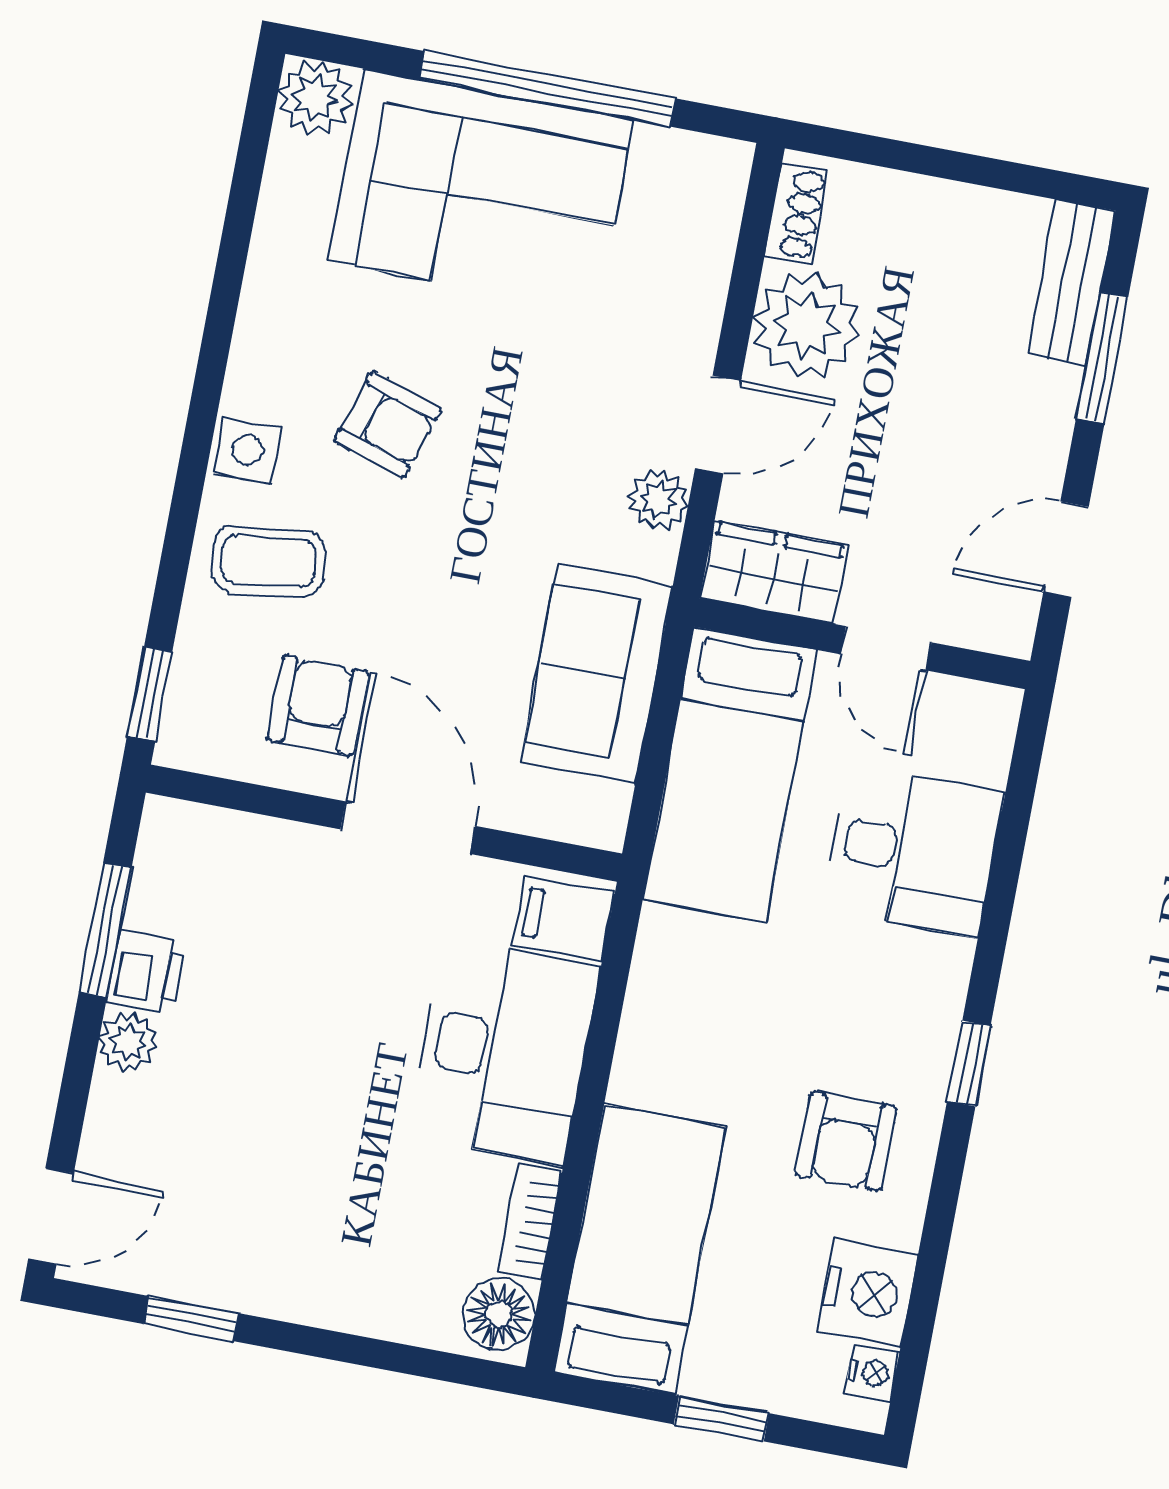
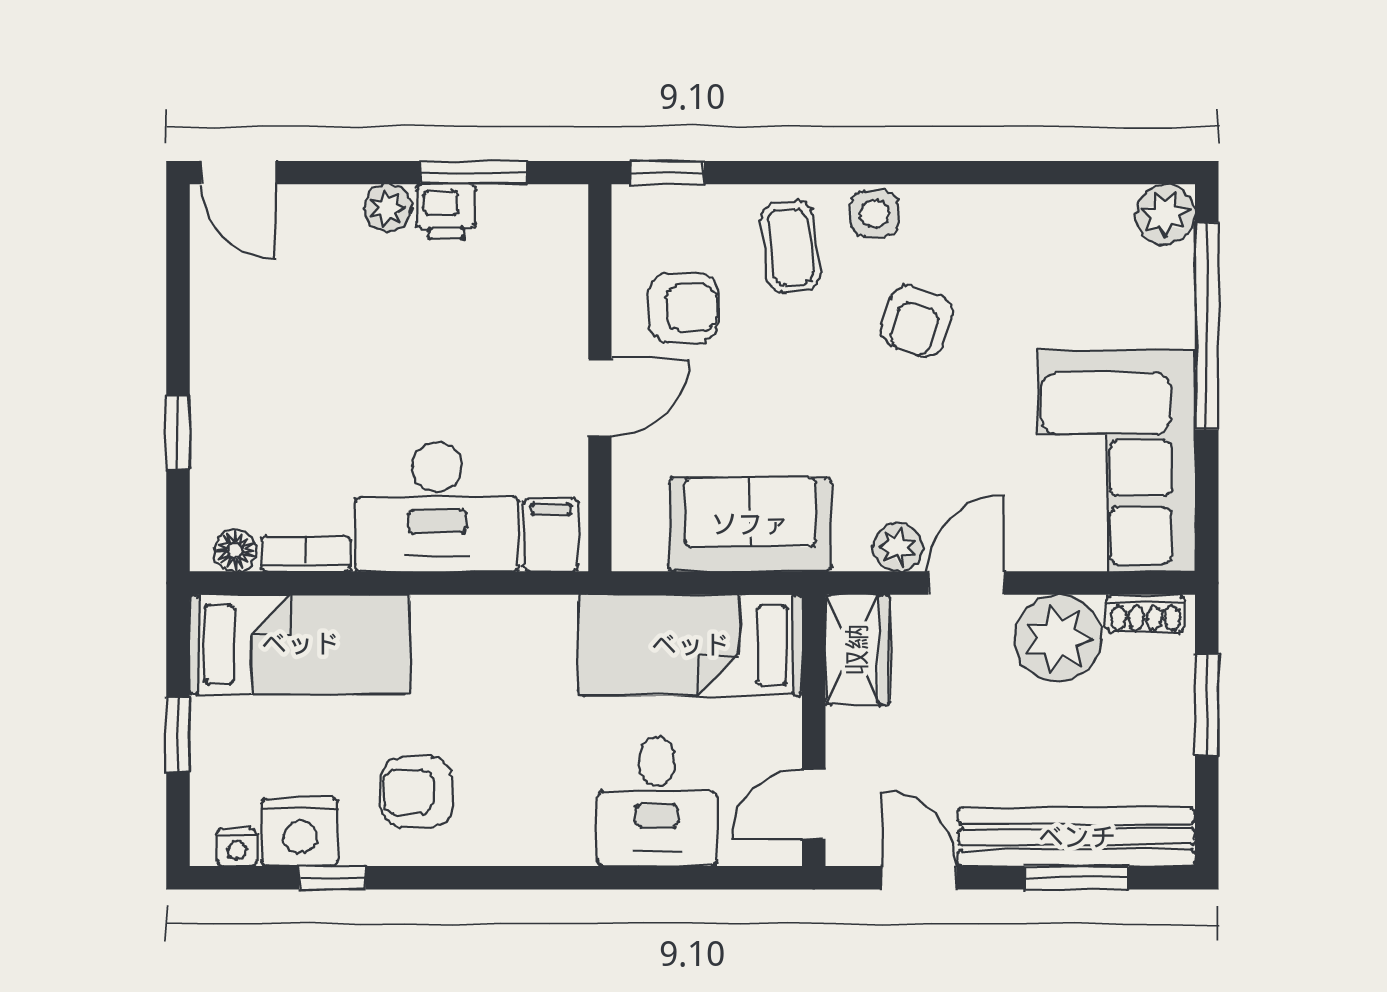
window: (547, 89) -> (1207, 326), moved
window: (922, 160) -> (1207, 705), added
corner sofa: (481, 190) -> (1116, 461), moved
bench: (1071, 283) -> (1077, 837), width x1.86, depth x1.21
door: (718, 424) -> (966, 583), swing flipped
door: (886, 648) -> (814, 804), moved
door: (408, 828) -> (600, 397), width x0.73
window: (969, 1064) -> (332, 878), moved
floor lamp: (499, 1314) -> (235, 550), width x0.73, depth x0.73
window: (191, 1319) -> (178, 432), moved

